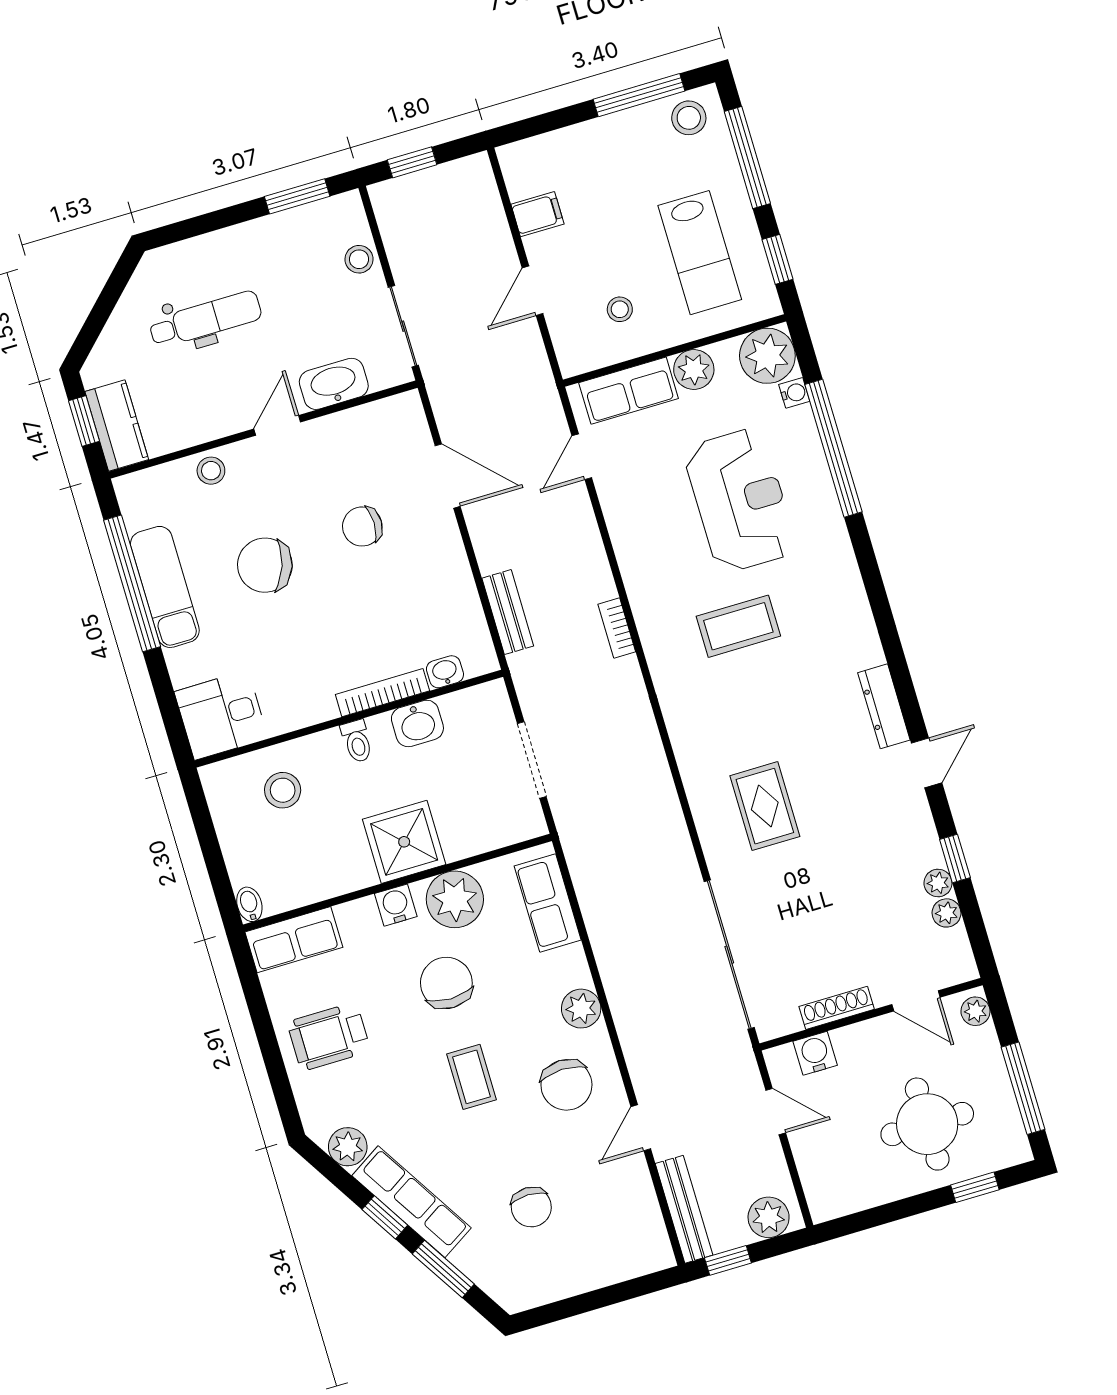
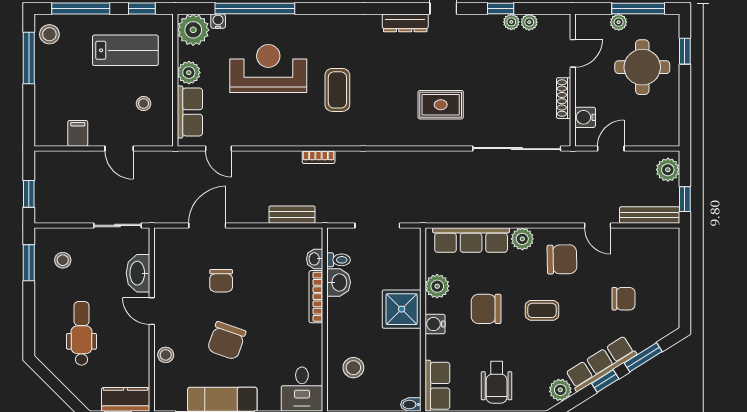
stool: (359, 259) -> (63, 260), moved
toilet: (357, 741) -> (339, 260), moved
plant: (455, 899) -> (437, 286), width x0.73, depth x0.73
row of seats: (548, 903) -> (471, 240), width x1.48
plant: (975, 1011) -> (619, 22), moved

